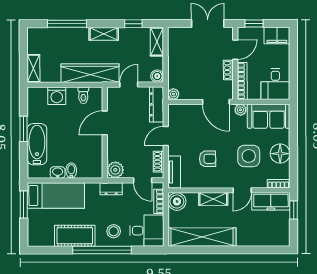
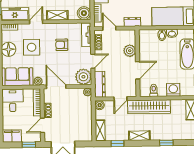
window: (67, 24) -> (166, 143), width x0.46
plant: (179, 115) -> (83, 77), added
plant: (115, 170) -> (130, 51), moved

